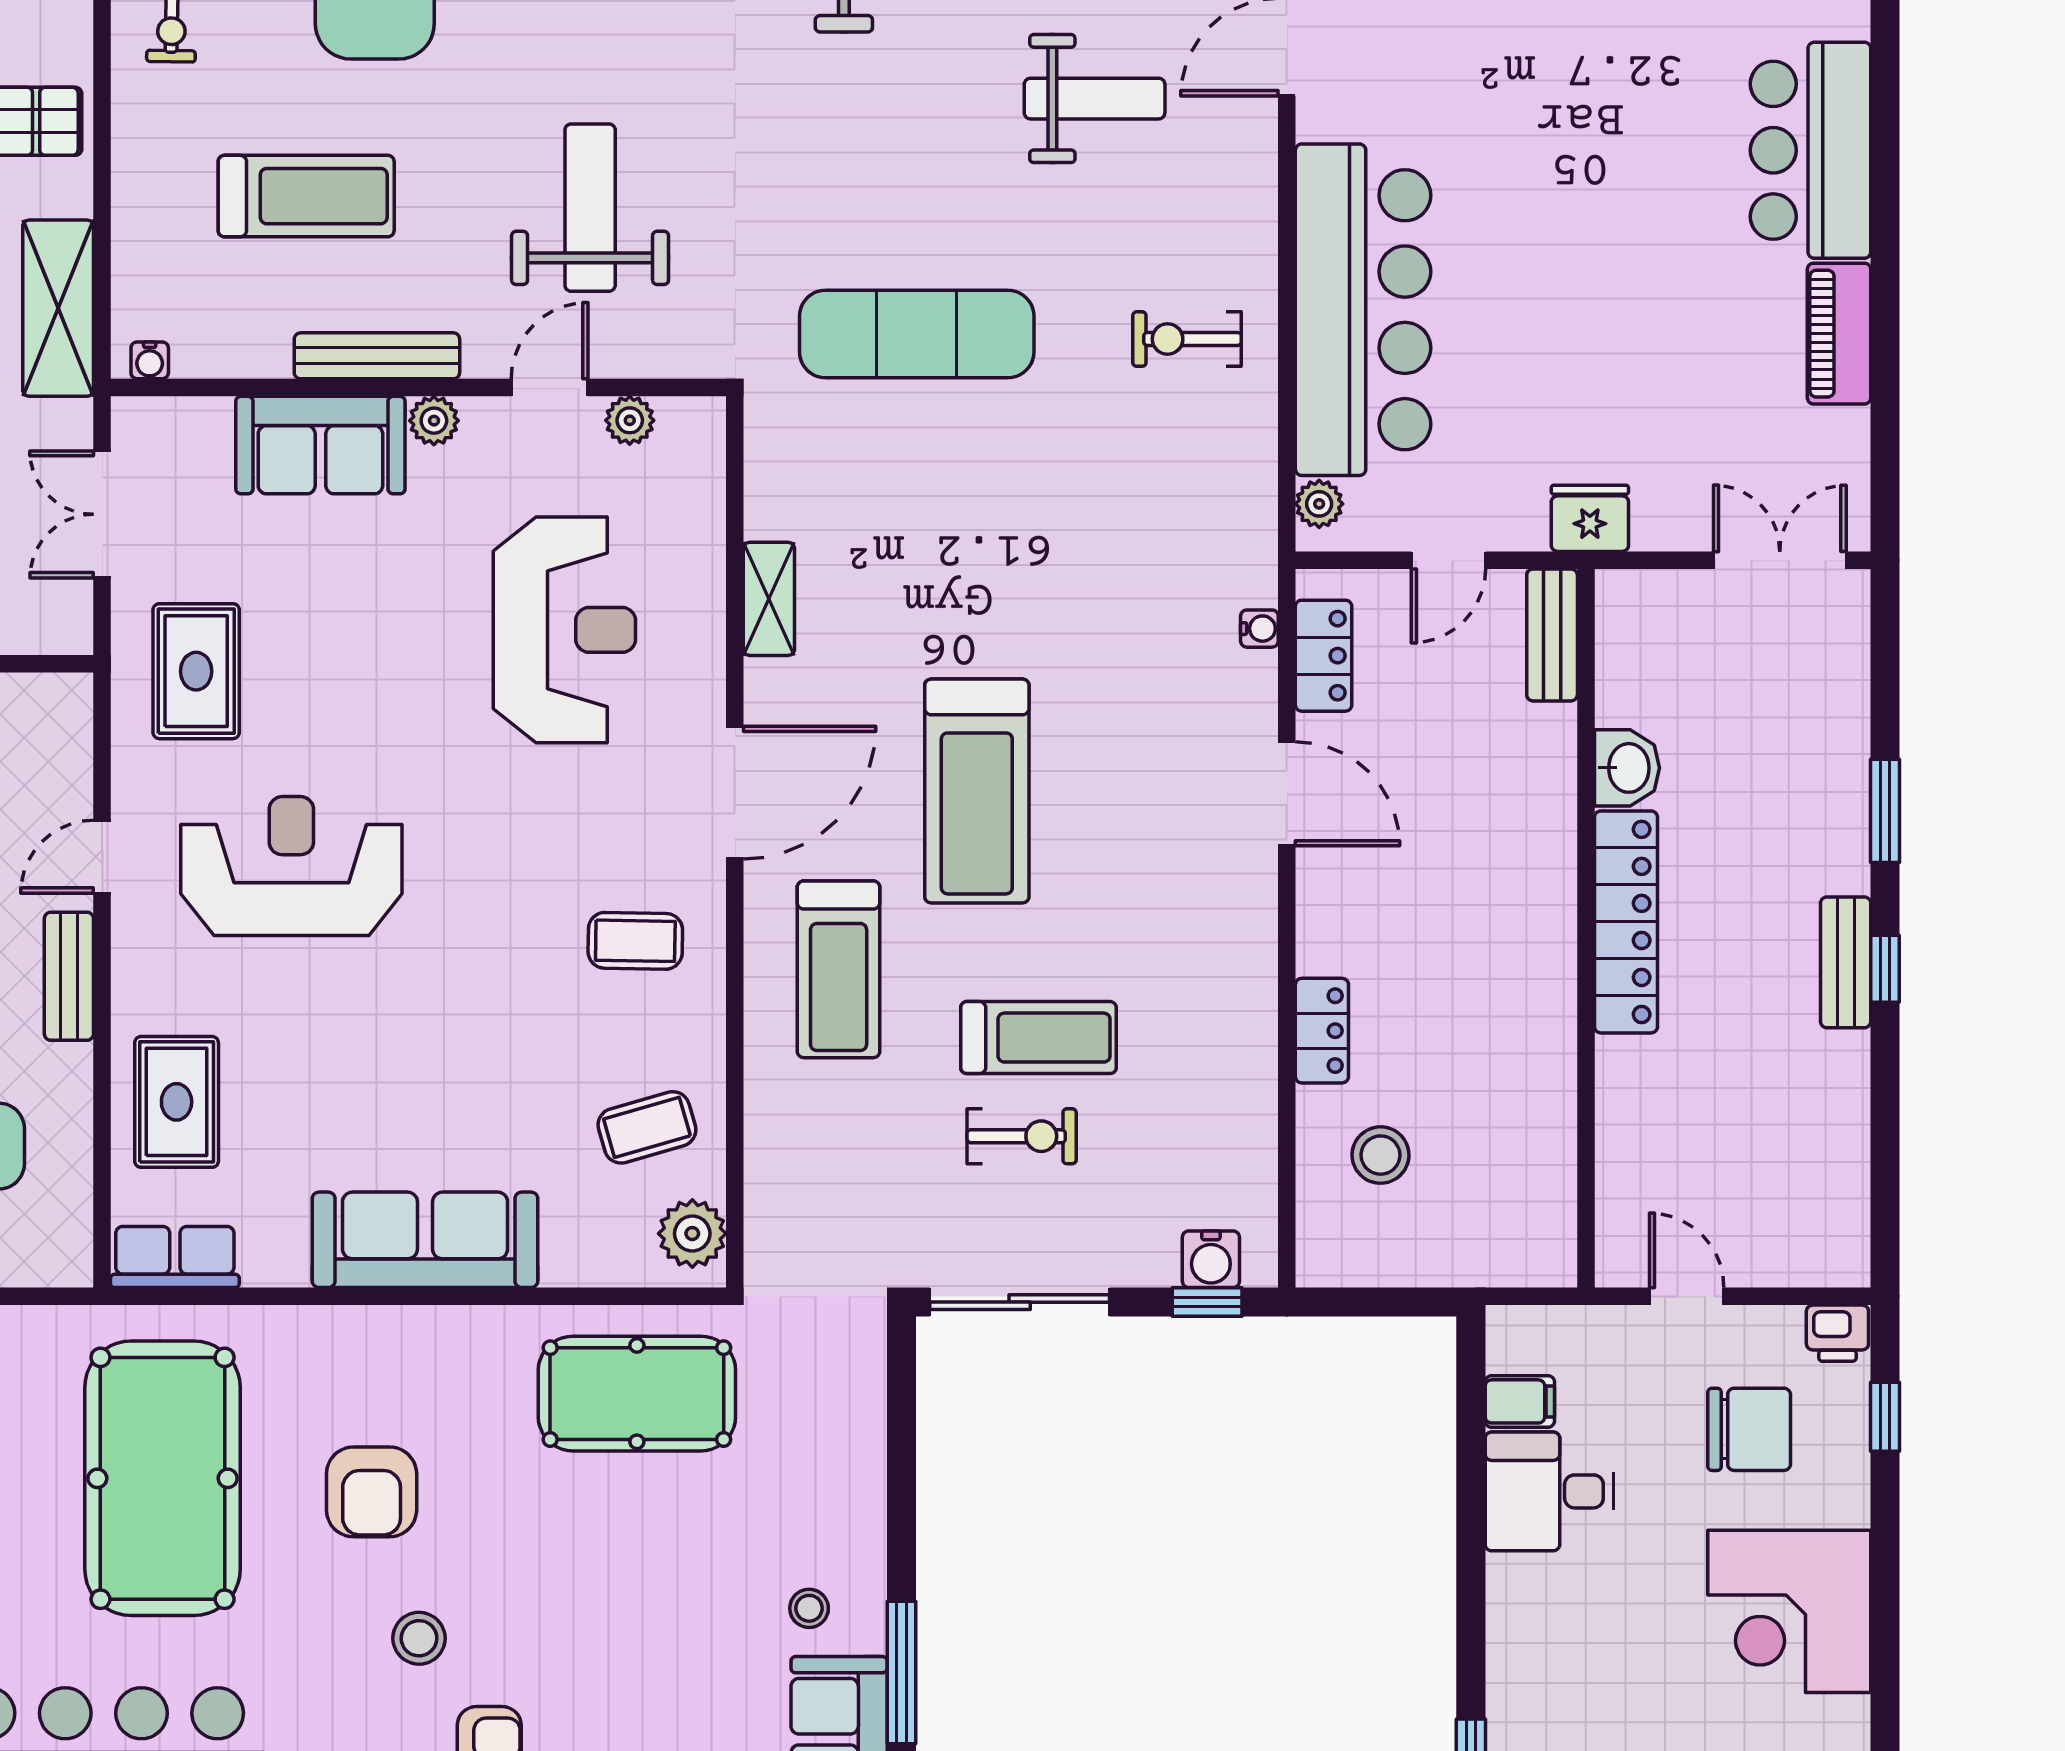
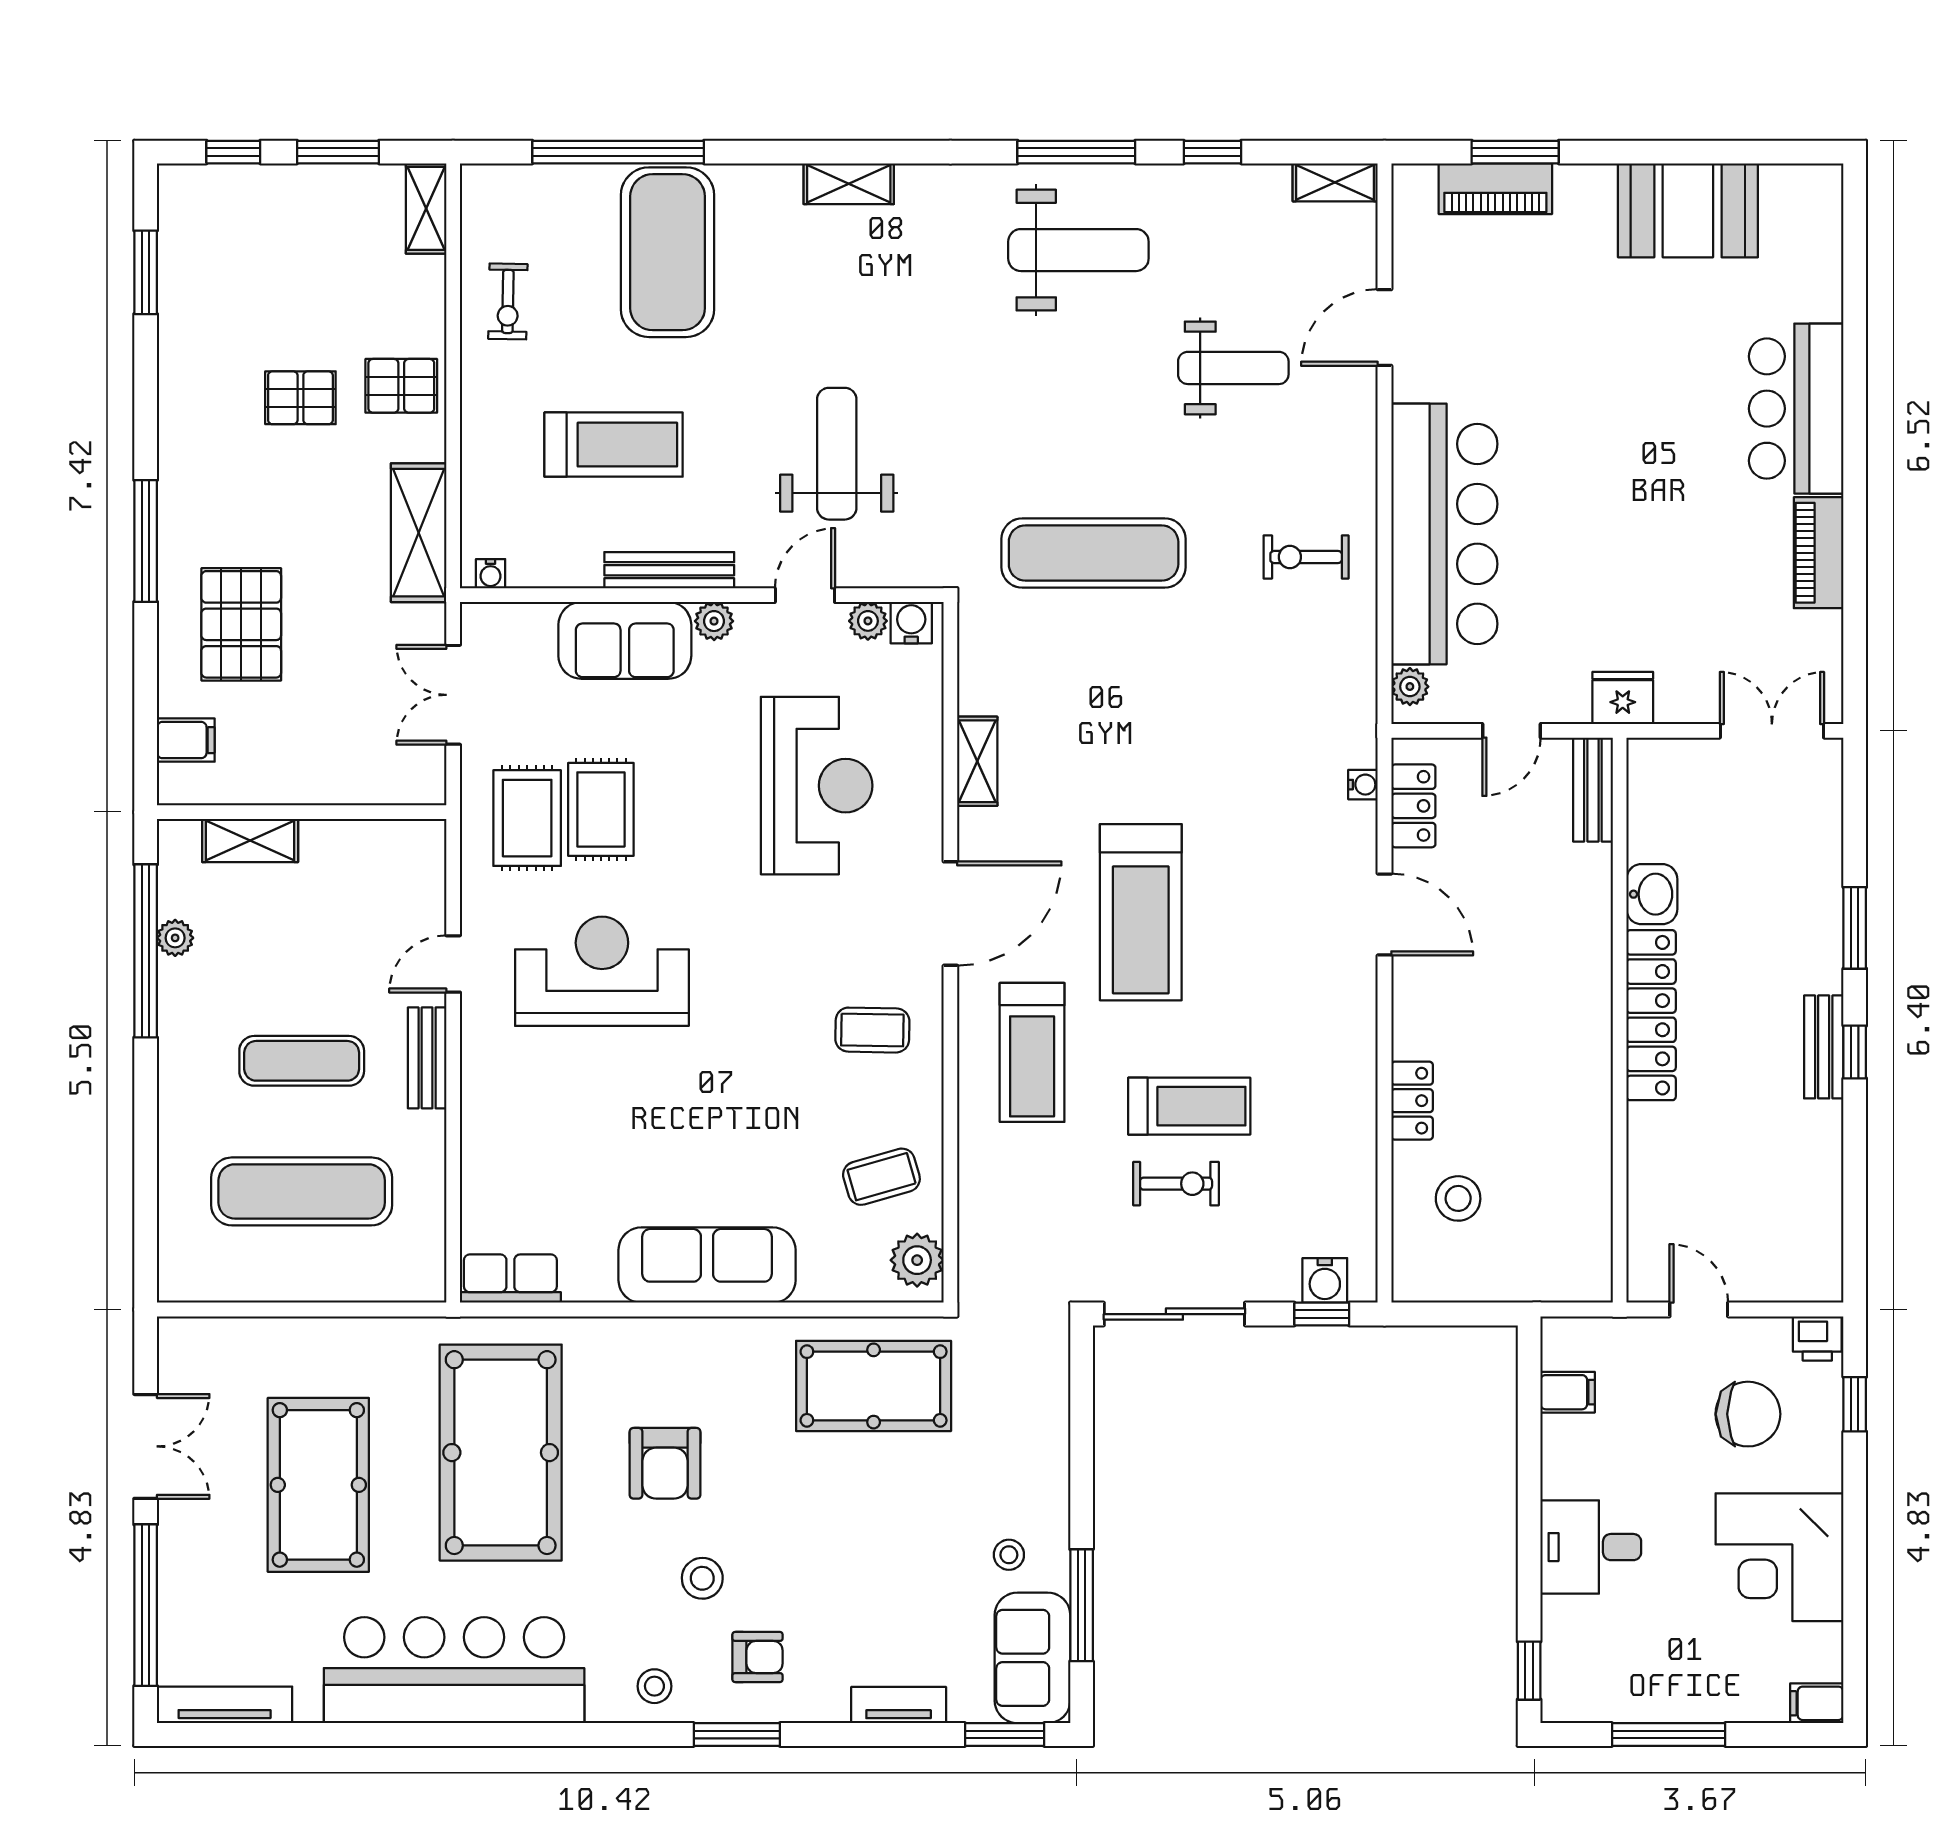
water cooler: (685, 423) -> (911, 623), added
rug: (177, 1102) -> (601, 809), moved
desk: (1549, 1491) -> (1591, 1547), moved

